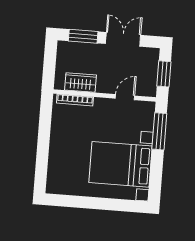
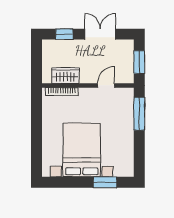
window: (83, 36) -> (64, 34), width x0.67
bed with nightstands: (121, 164) -> (82, 150), moved, turned 90
window: (115, 205) -> (105, 182), added

